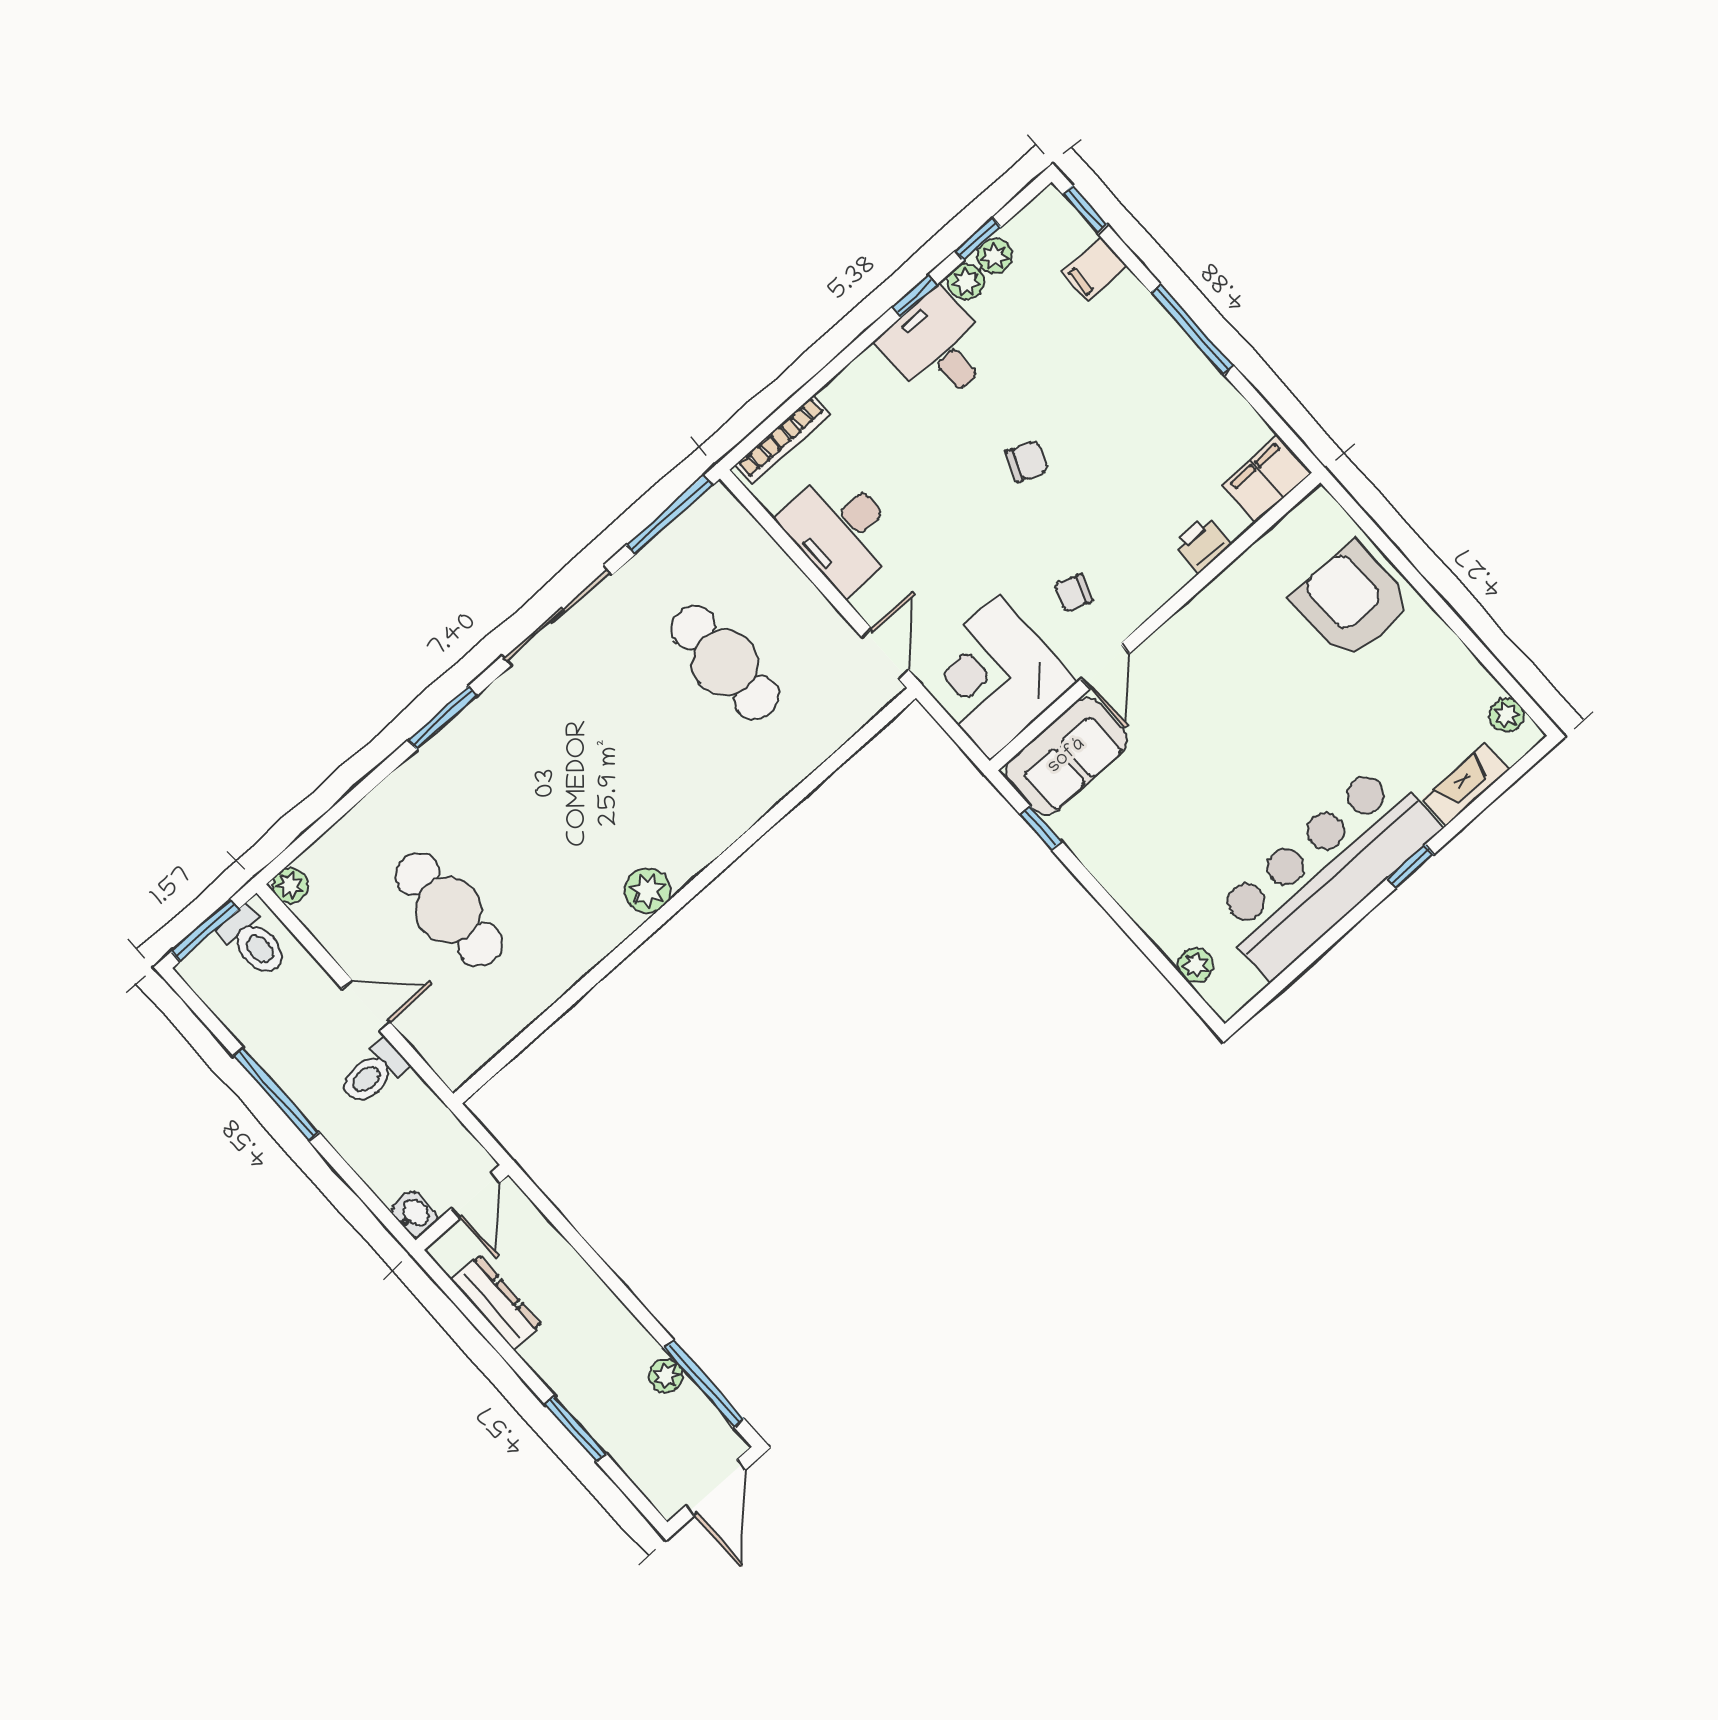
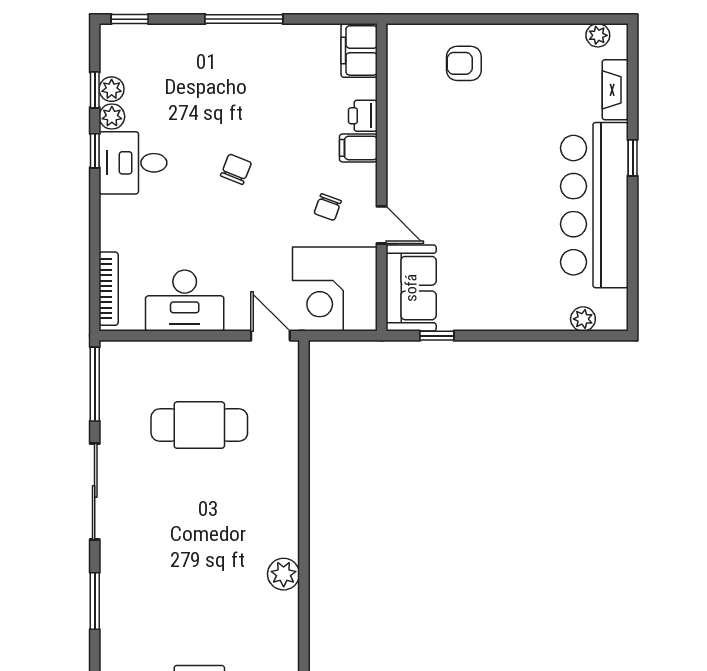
filing cabinet: (1094, 269) -> (358, 148), moved, turned 90
armchair: (1352, 601) -> (464, 63), width x0.53, depth x0.53

